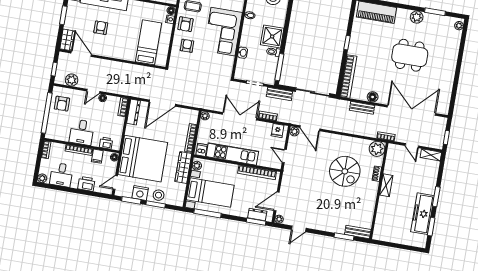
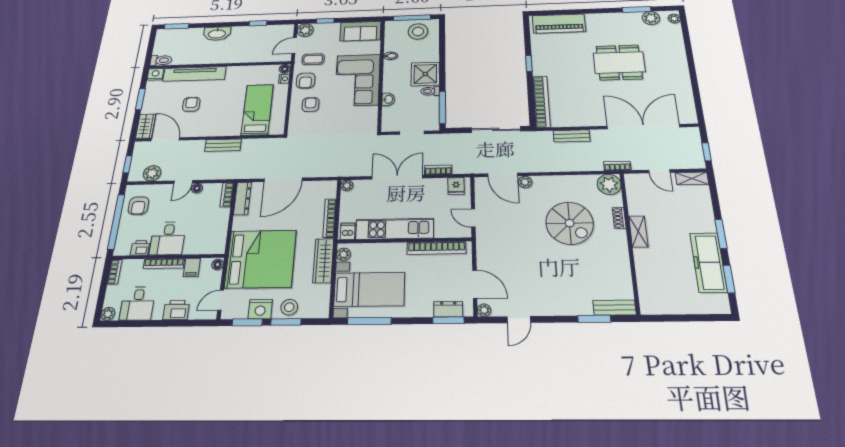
plant: (417, 17) -> (651, 18), moved
bench: (279, 94) -> (223, 145), moved
floor lamp: (373, 97) -> (583, 120), removed
plant: (294, 132) -> (525, 182), moved
printer: (106, 143) -> (140, 248), moved
door: (277, 201) -> (475, 284), swing flipped

